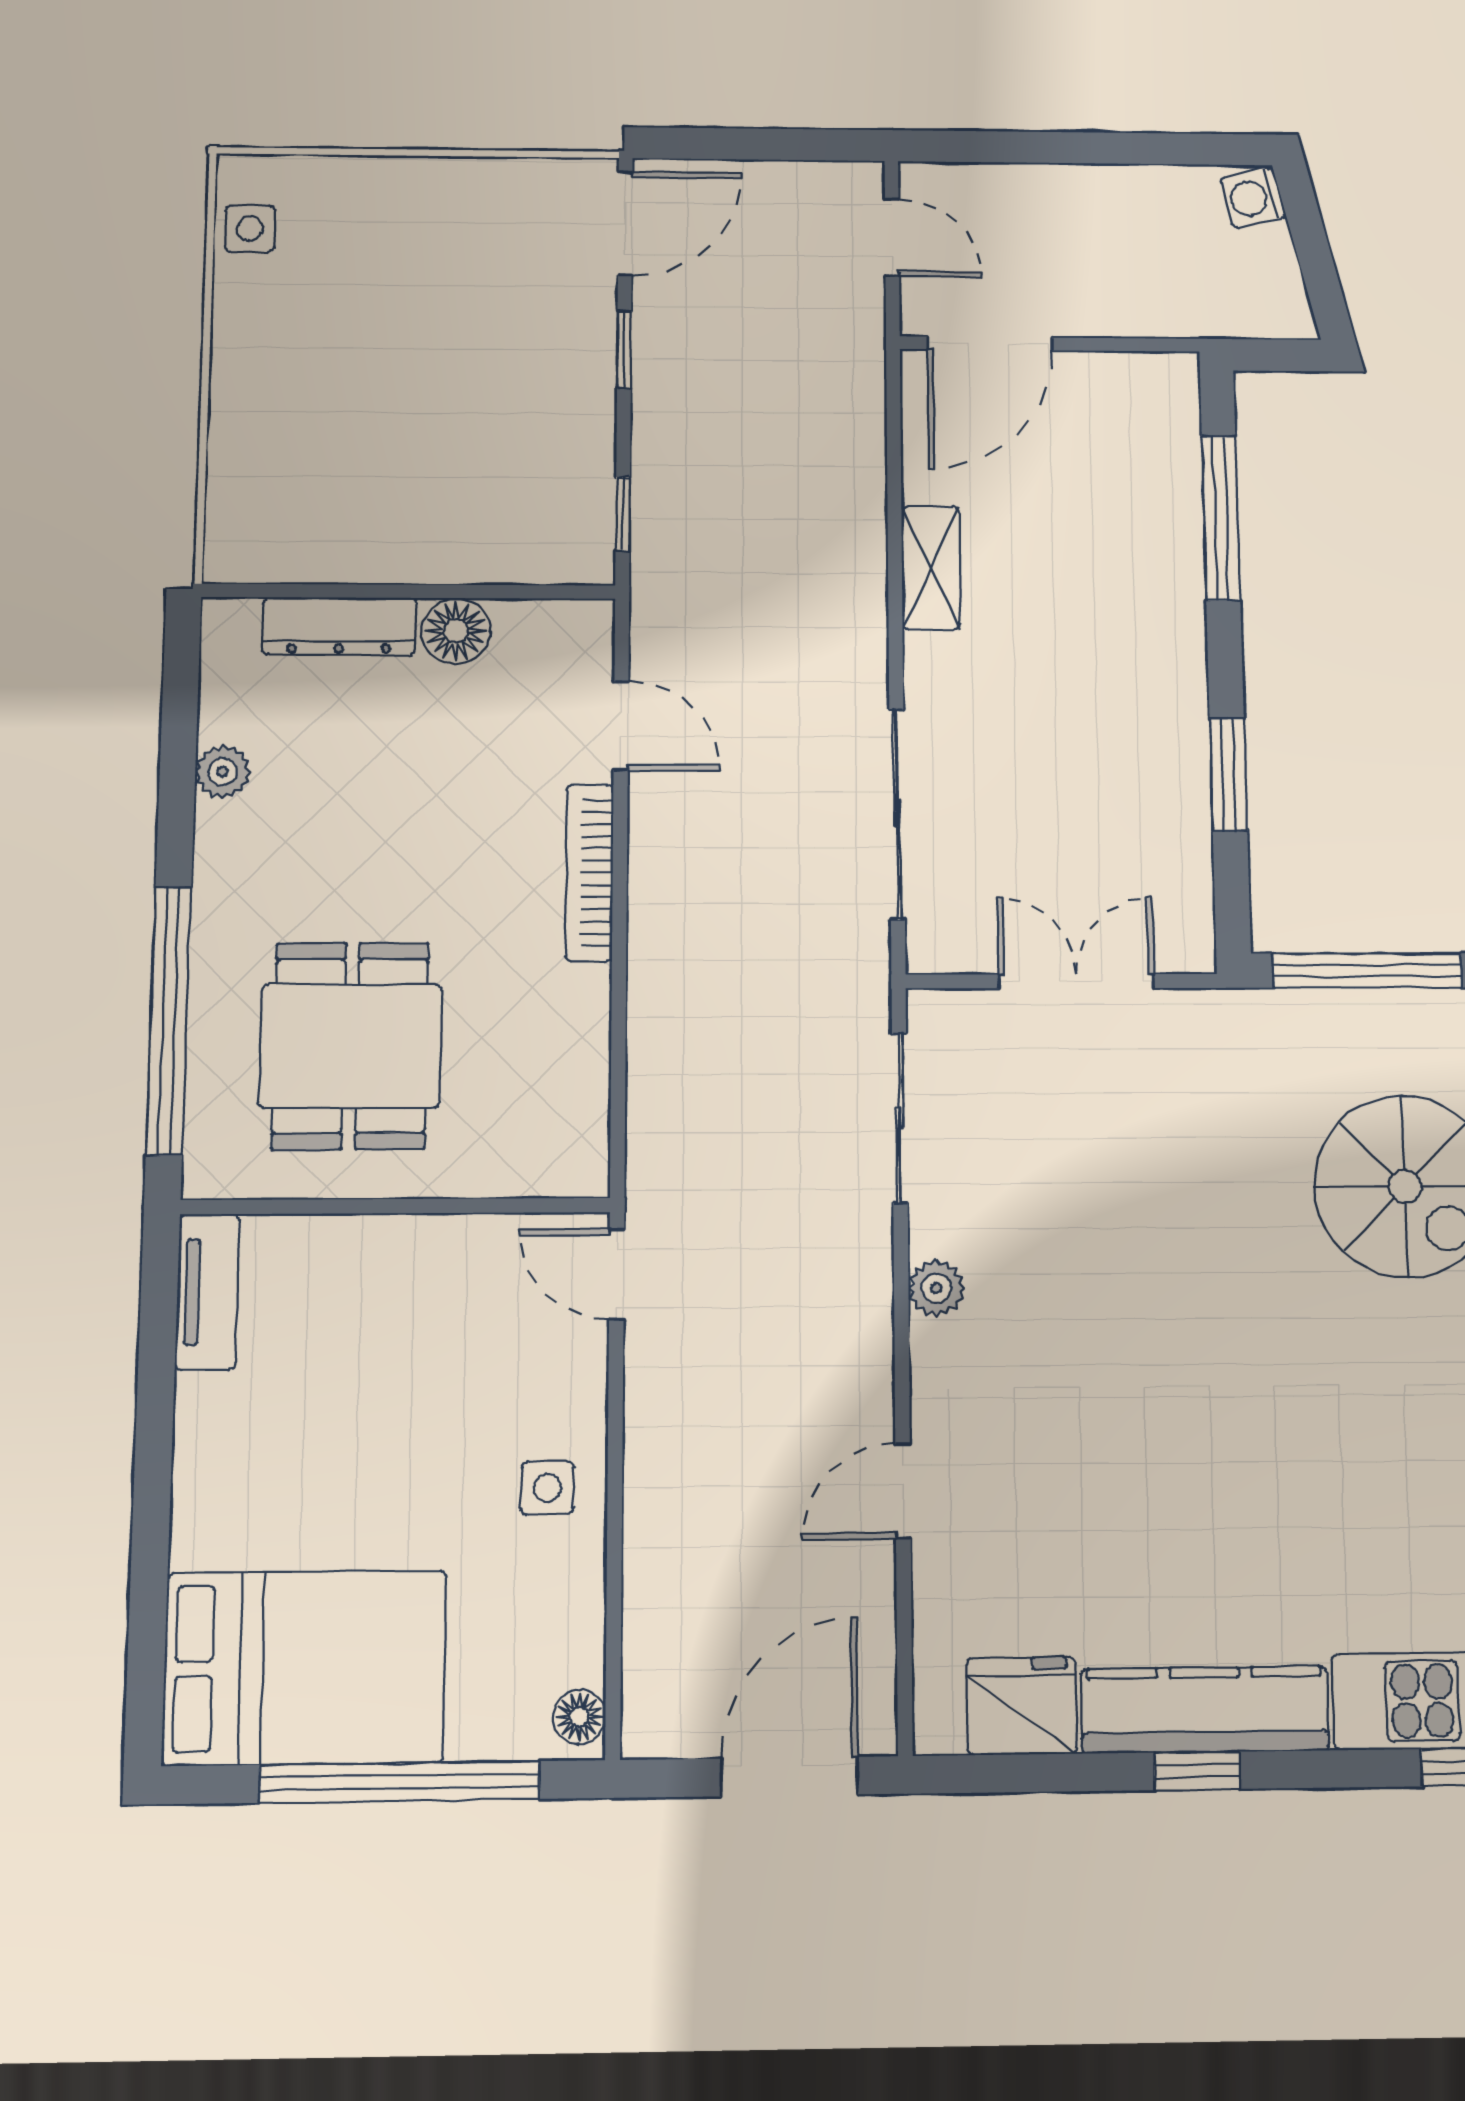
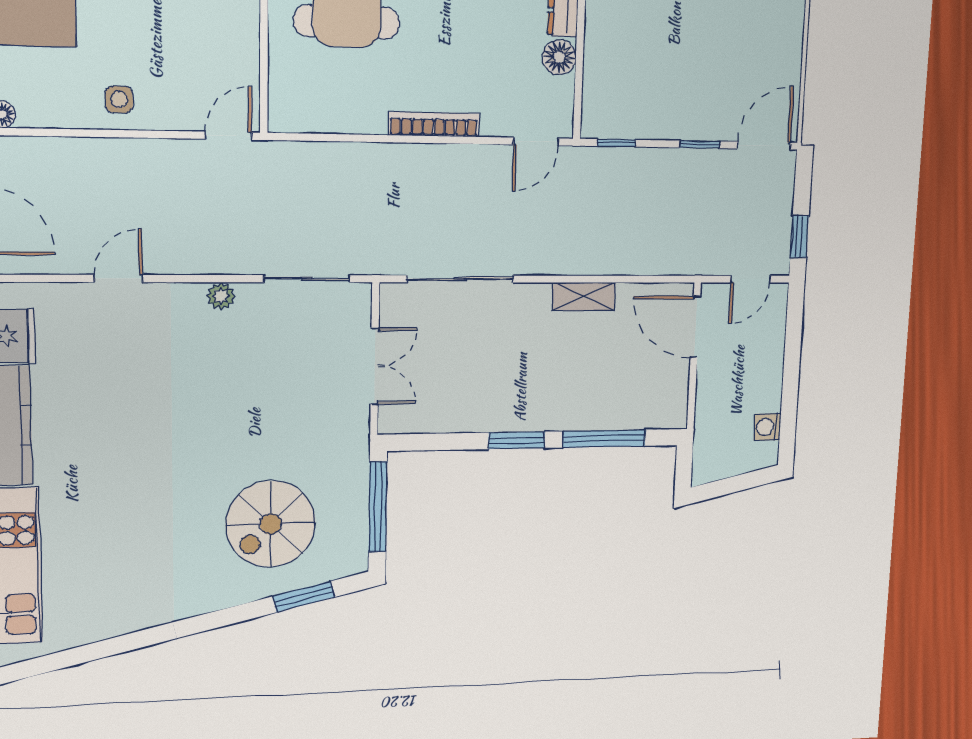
window: (806, 145) -> (800, 237), added
washing machine: (1253, 198) -> (767, 427), moved, turned -77
door: (625, 223) -> (764, 146), swing flipped
door: (621, 726) -> (536, 141), moved
window: (1228, 774) -> (517, 440), moved
door: (903, 1491) -> (118, 279), hinge flipped

